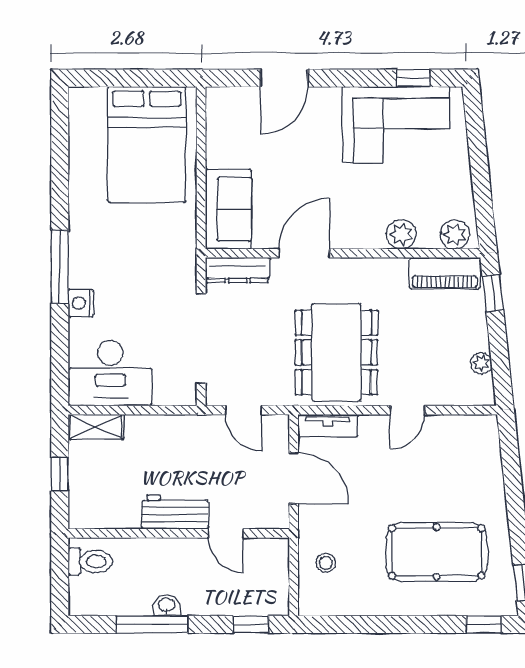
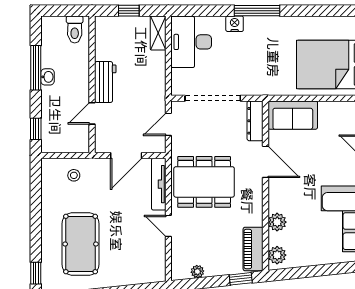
tv unit: (328, 426) -> (159, 184), width x1.41

